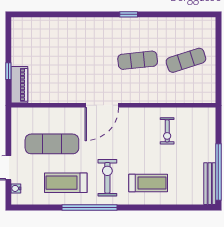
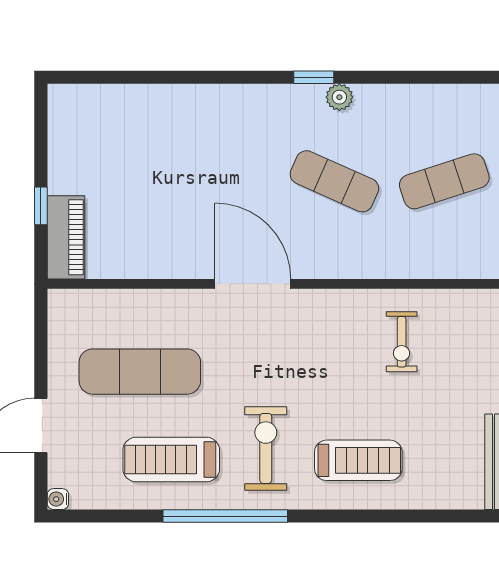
plant: (140, 23) -> (339, 97), added
exercise mat: (138, 60) -> (334, 181), turned 30
door: (102, 105) -> (253, 284), swing flipped
water cooler: (16, 188) -> (58, 499), moved

